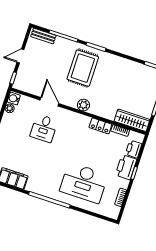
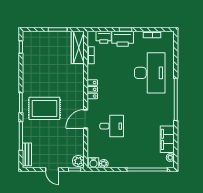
door: (49, 102) -> (86, 119), moved
plant: (83, 105) -> (78, 161), moved
locker: (100, 126) -> (92, 89), moved

